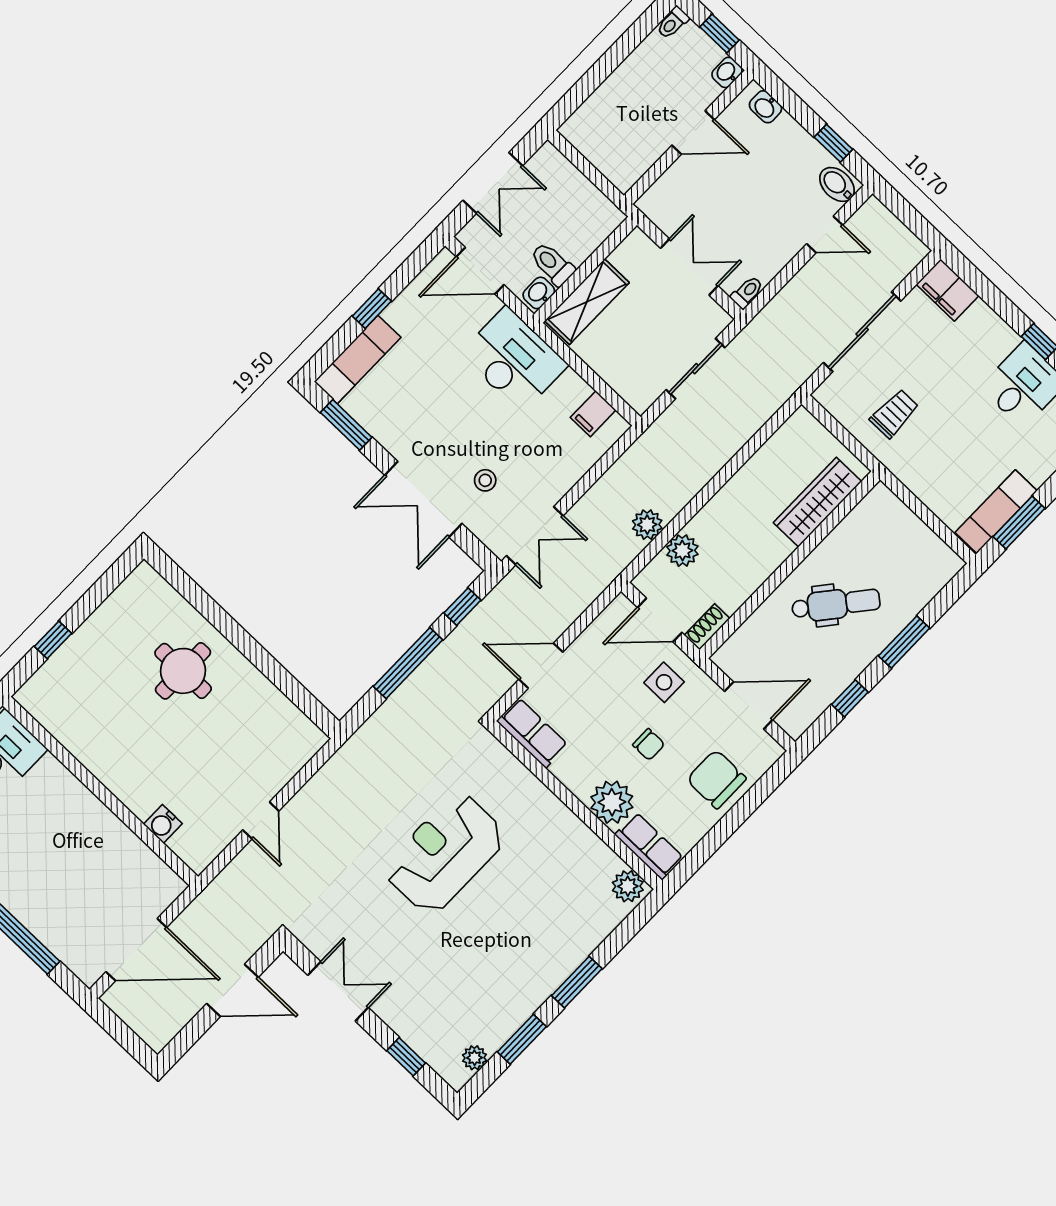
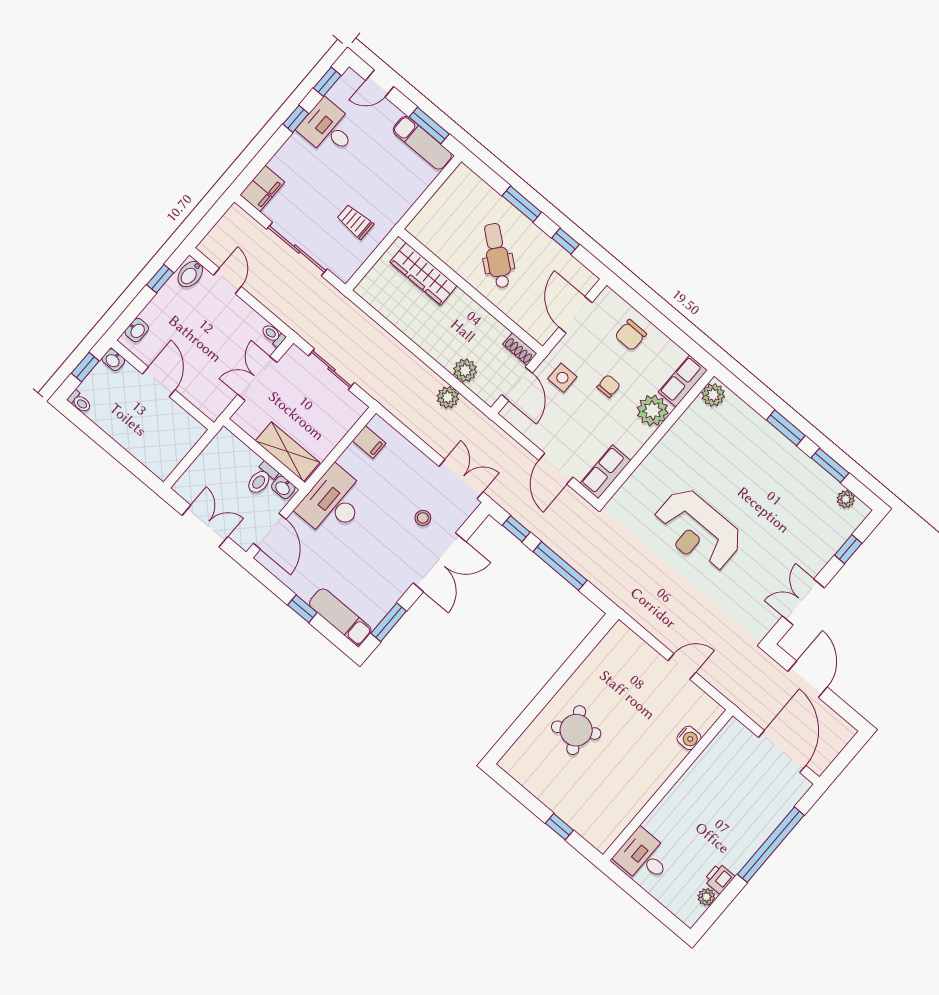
round table: (183, 671) -> (576, 730), turned -30
chair: (716, 779) -> (631, 335), width x0.73, depth x0.73

